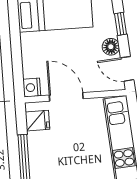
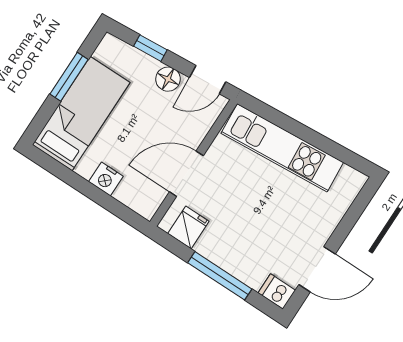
nightstand: (32, 88) -> (106, 179), moved

